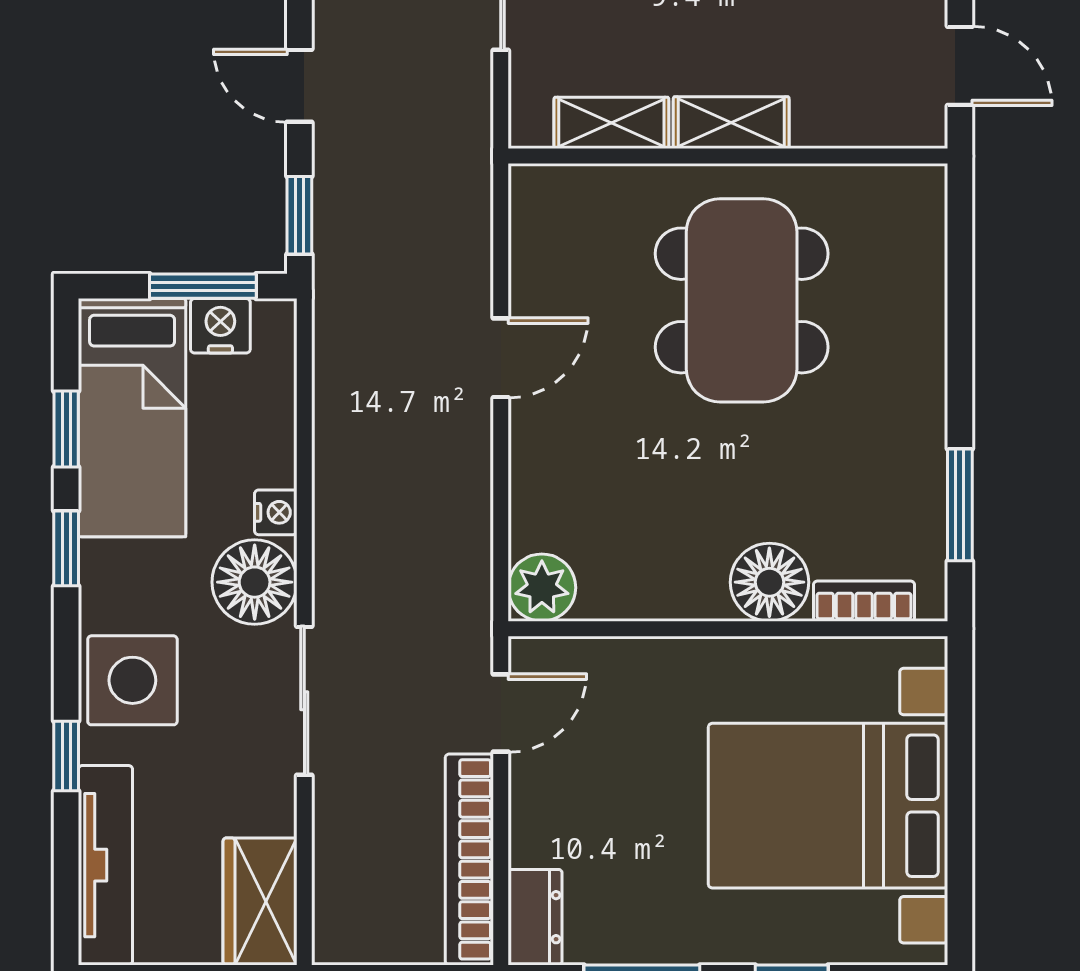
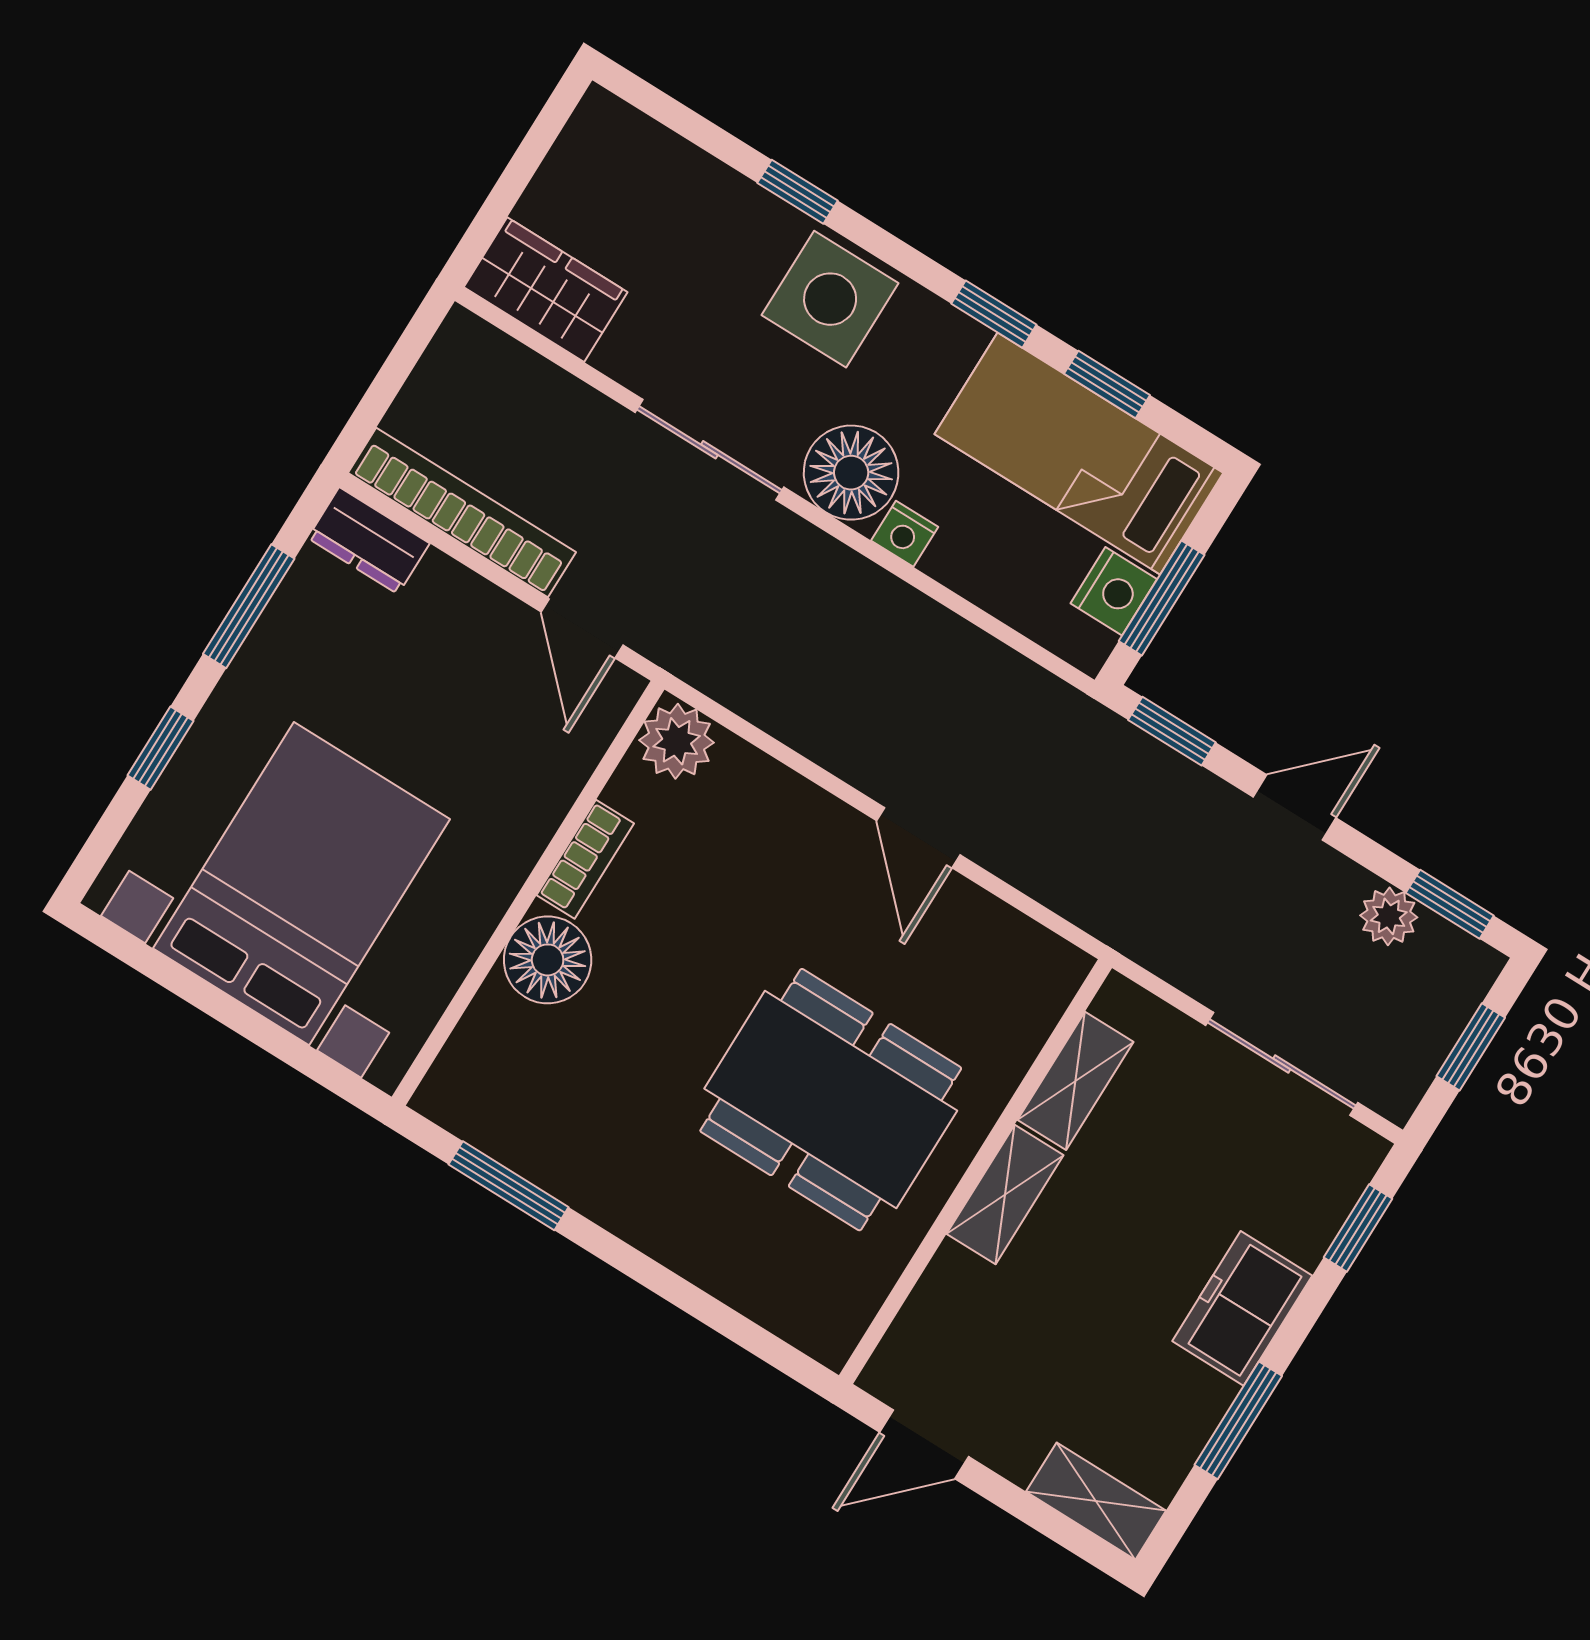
bookcase: (864, 601) -> (585, 859), moved
tv unit: (105, 865) -> (671, 165), removed

